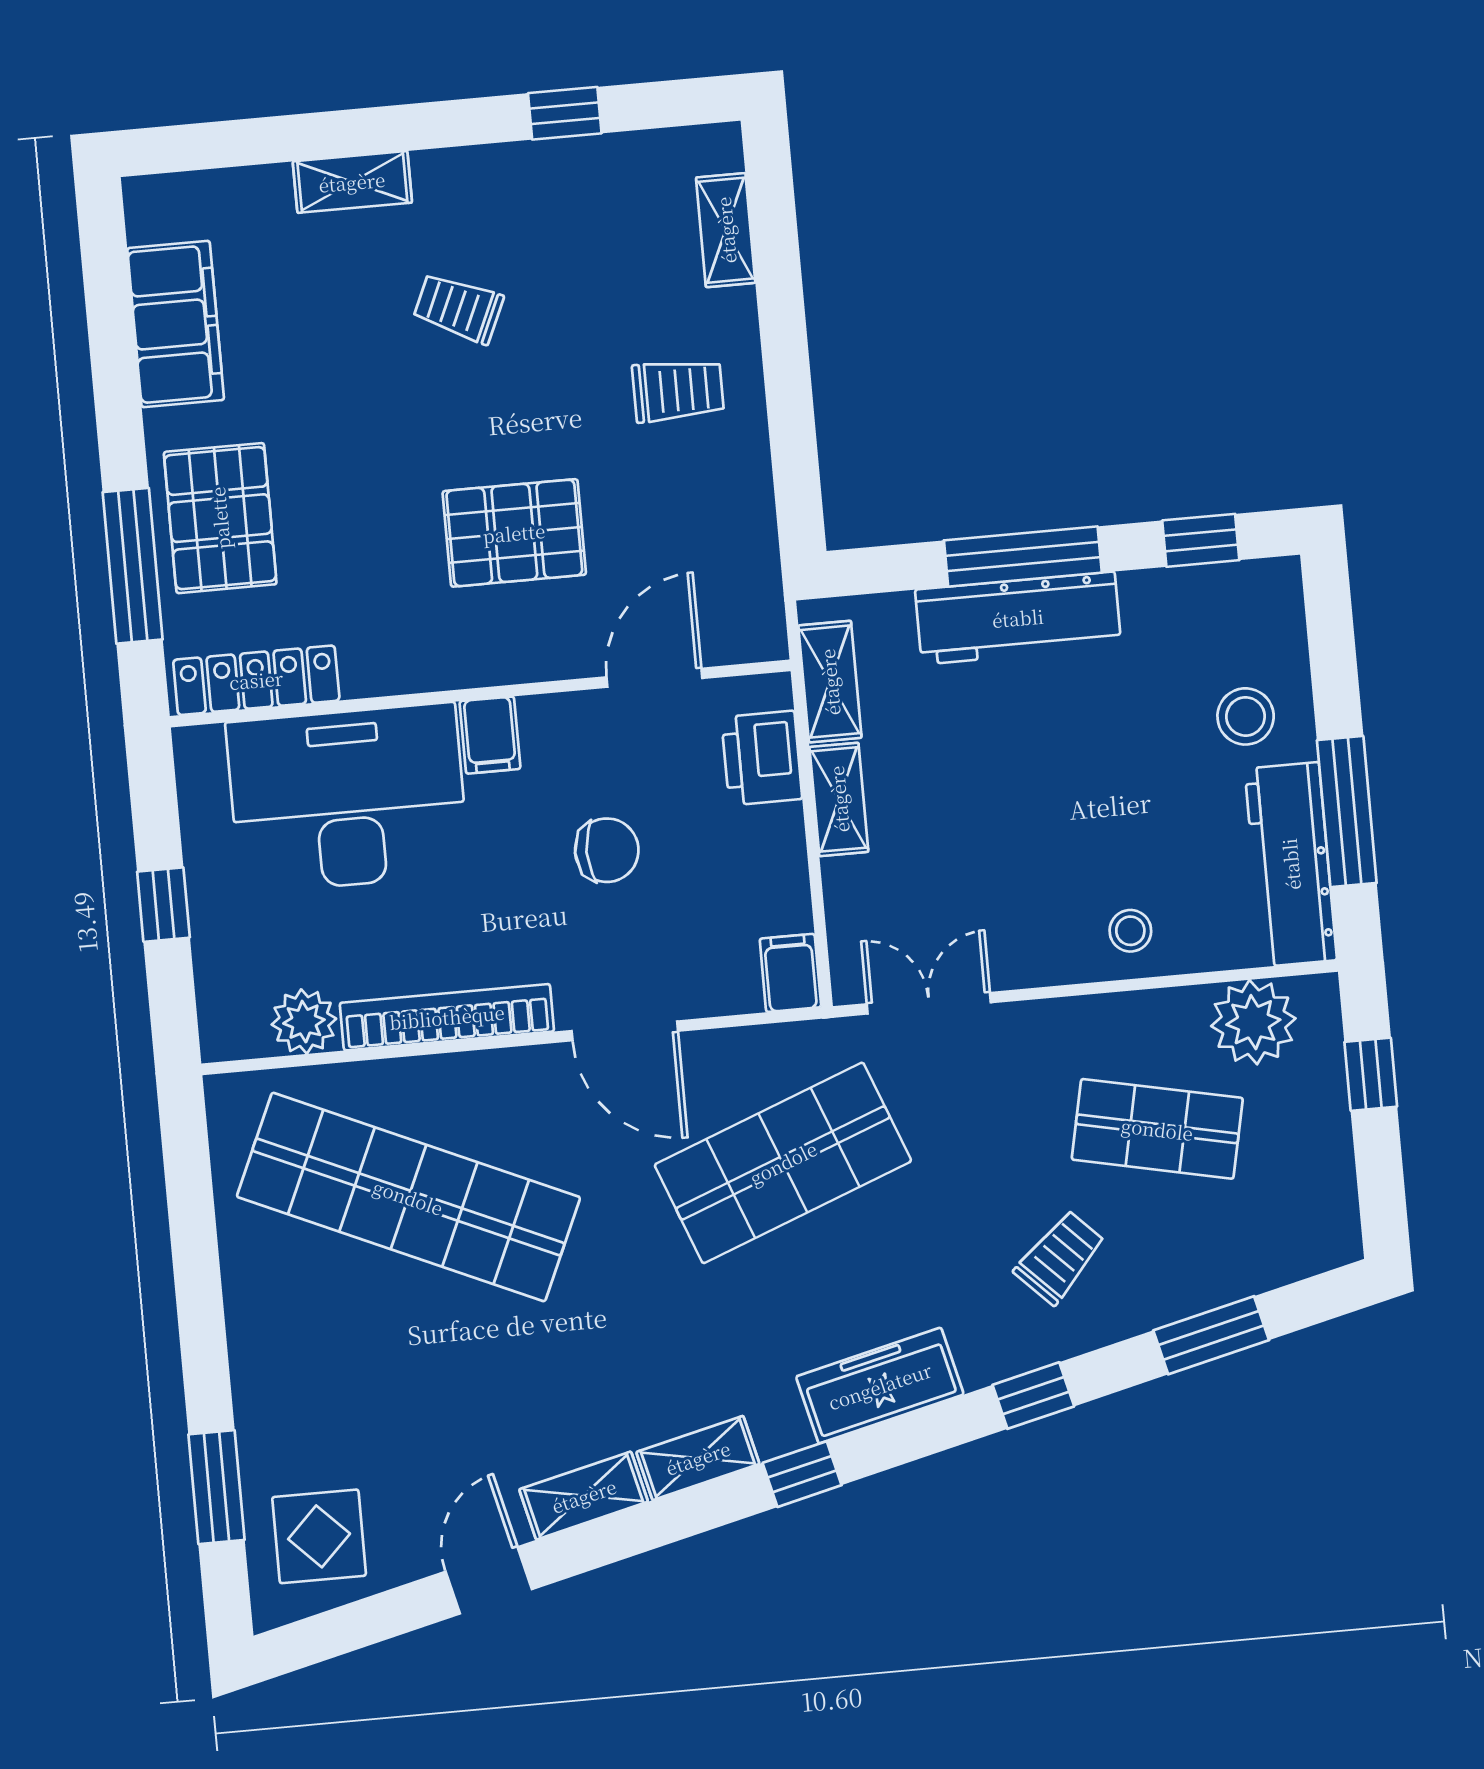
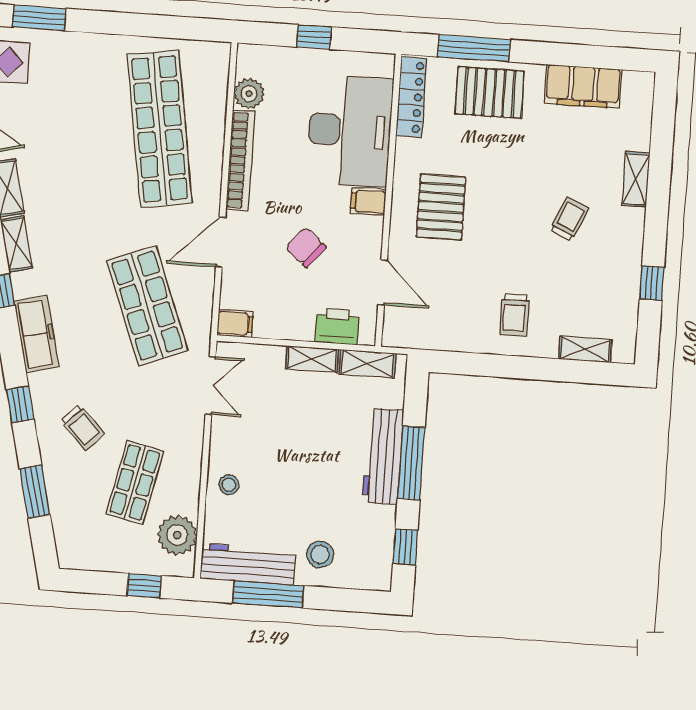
pallet: (514, 533) -> (441, 207), moved
chair: (607, 850) -> (306, 247), turned 130
shop shelf: (408, 1197) -> (160, 129), turned -33

